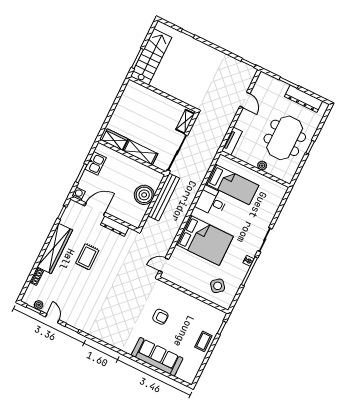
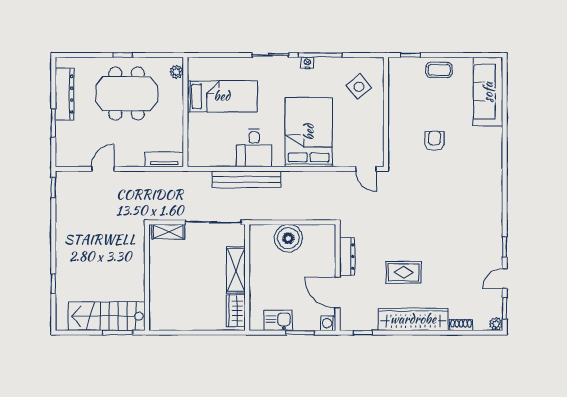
plant: (262, 166) -> (177, 72), moved
bed: (232, 184) -> (222, 96), moved, turned 90
bench: (164, 197) -> (246, 179), moved
plant: (39, 305) -> (496, 324), moved
sofa: (157, 357) -> (488, 92), moved

